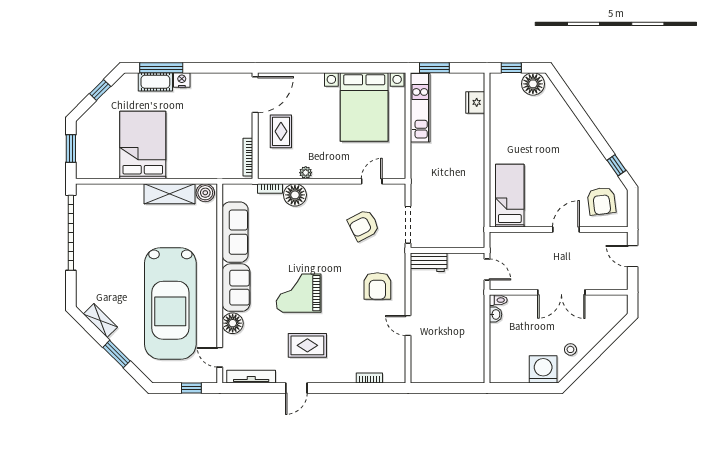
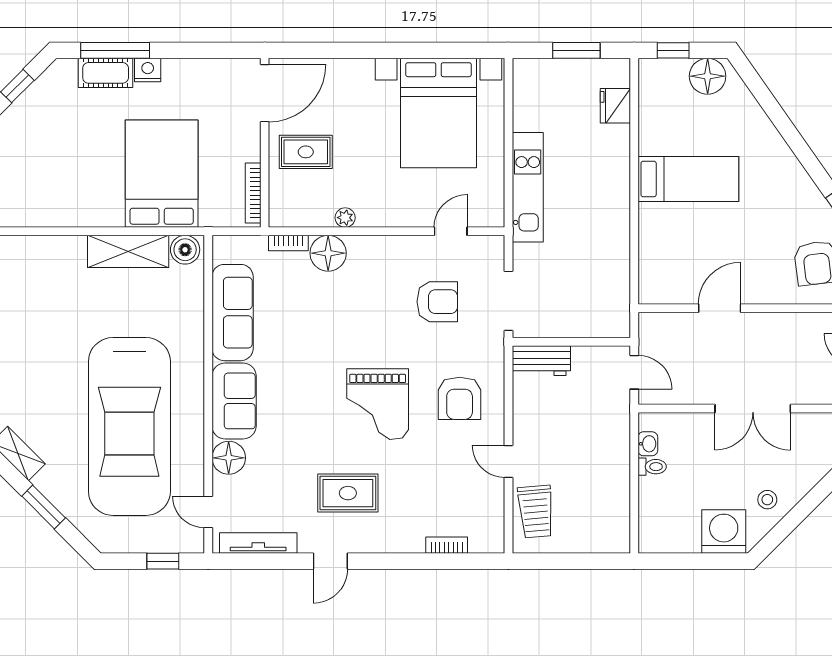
window: (434, 68) -> (576, 50), moved
kitchen unit: (420, 108) -> (528, 187), moved
rug: (281, 131) -> (306, 152), turned 90
bed: (143, 145) -> (162, 174), moved
bed: (510, 196) -> (688, 179), moved, turned 90
armchair: (364, 225) -> (437, 302), turned -153
door: (566, 229) -> (720, 308), moved
grand piano: (299, 293) -> (378, 404), moved, turned -90
toilet: (498, 300) -> (652, 467), moved
trolley: (425, 357) -> (536, 512), added

